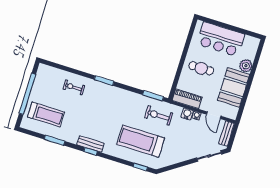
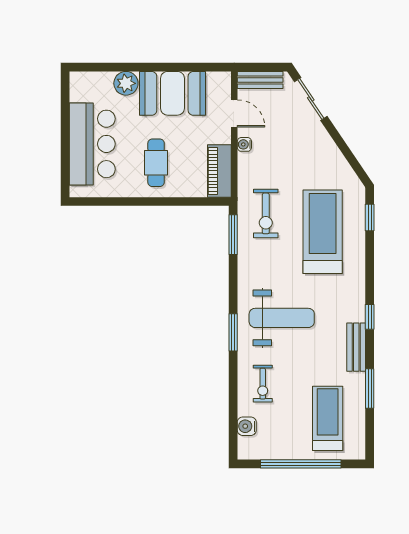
weight bench: (104, 107) -> (282, 318), added
water cooler: (187, 114) -> (247, 426), moved
door: (214, 115) -> (234, 113), hinge flipped
treadmill: (141, 141) -> (323, 232), turned 180
bench: (90, 144) -> (356, 347), moved

